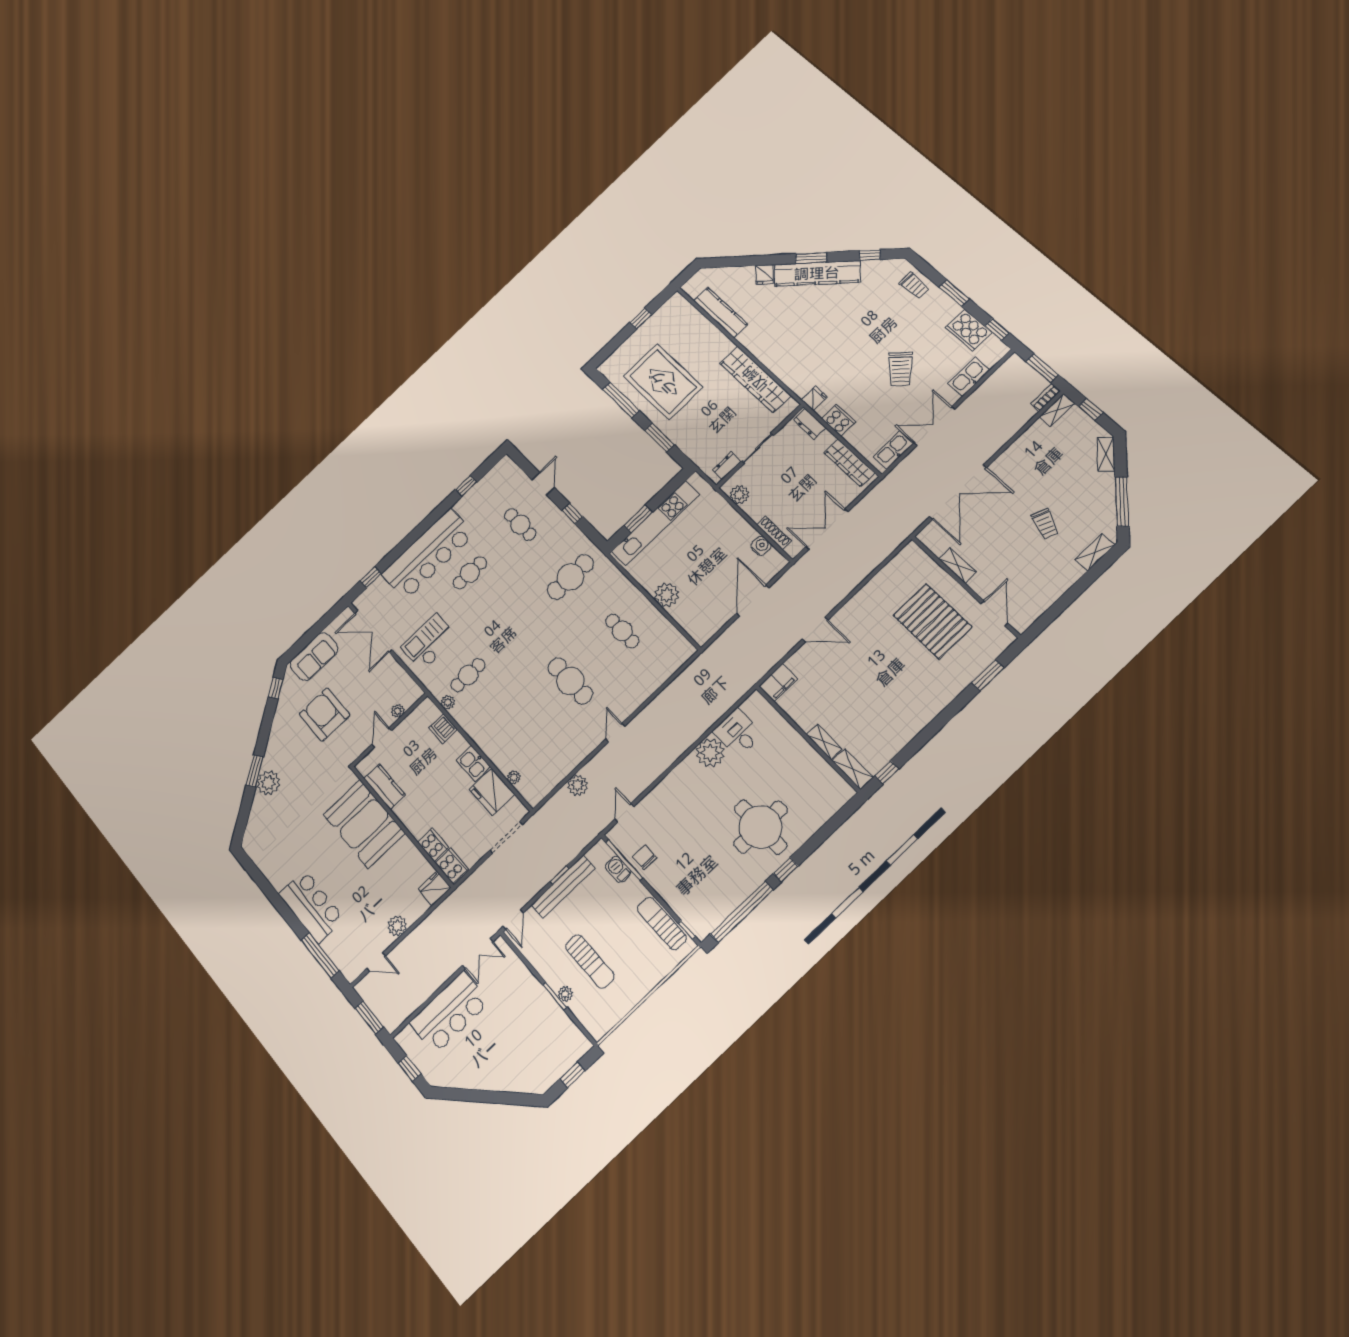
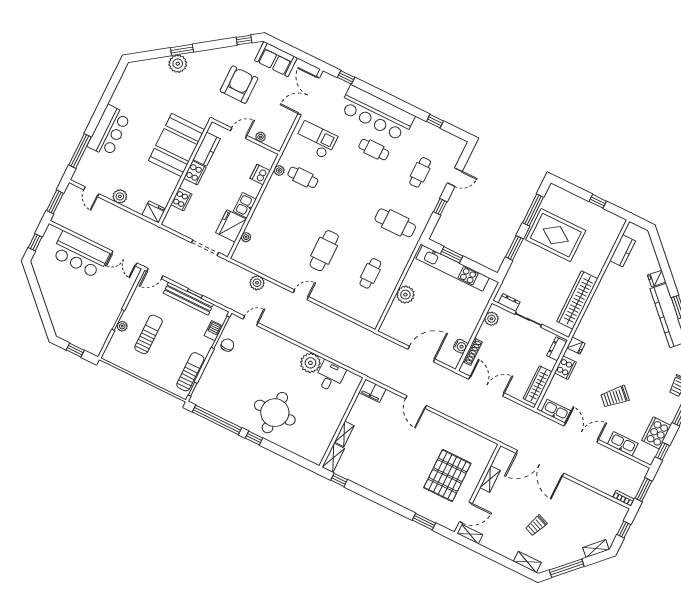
kitchen counter: (721, 312) -> (623, 251), width x0.67
rug: (663, 382) -> (556, 235), turned 90
shelving: (1057, 410) -> (470, 534), moved
cooker: (452, 866) -> (195, 173), moved
sun lounger: (590, 961) -> (149, 334), turned 180

